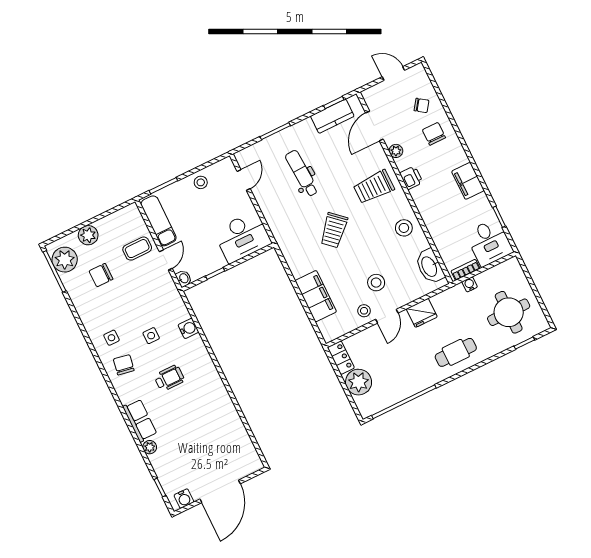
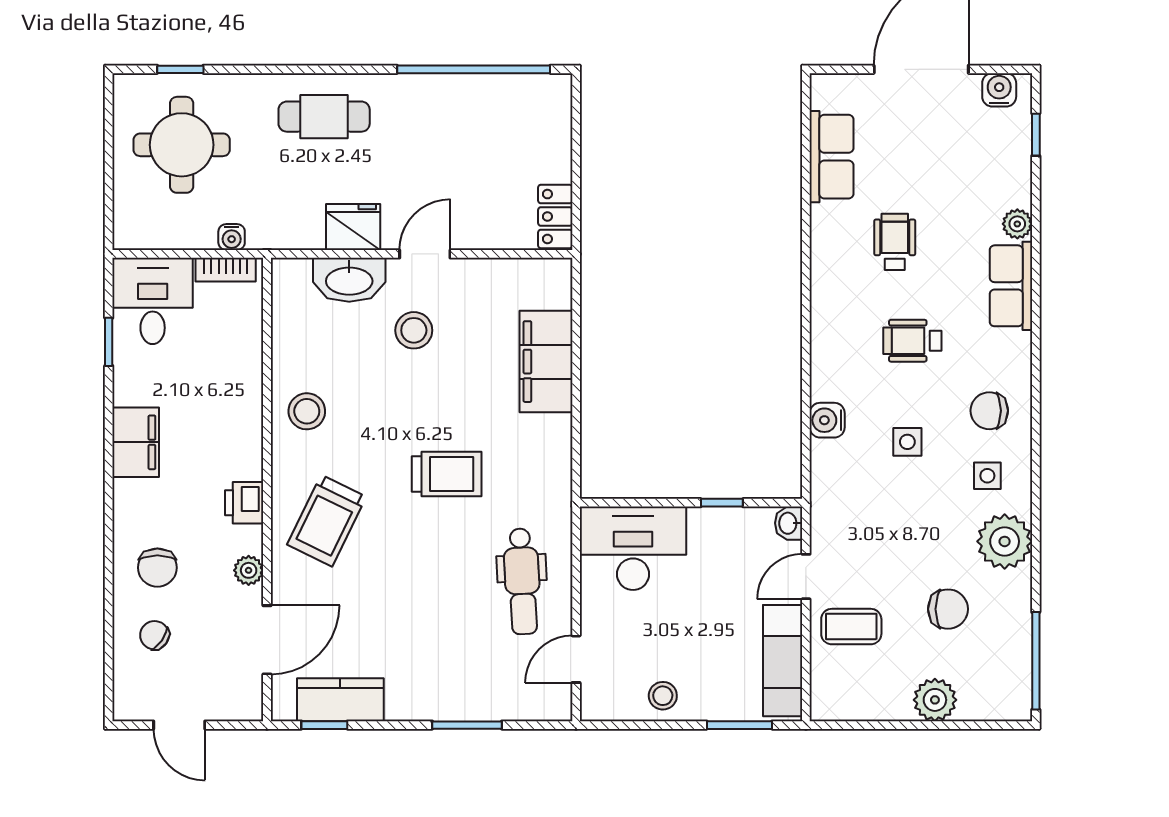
dental chair: (302, 173) -> (522, 581), moved
trolley: (374, 187) -> (327, 521), turned 116
trolley: (334, 230) -> (447, 474), turned 48
plant: (65, 260) -> (1005, 541), moved
washbasin: (430, 266) -> (349, 280), moved, turned 90
stool: (364, 311) -> (465, 286), removed
chair: (124, 365) -> (989, 411), turned 80
plant: (359, 382) -> (544, 151), removed
wheelchair: (196, 415) -> (895, 242), added
row of seats: (239, 438) -> (832, 157), added

